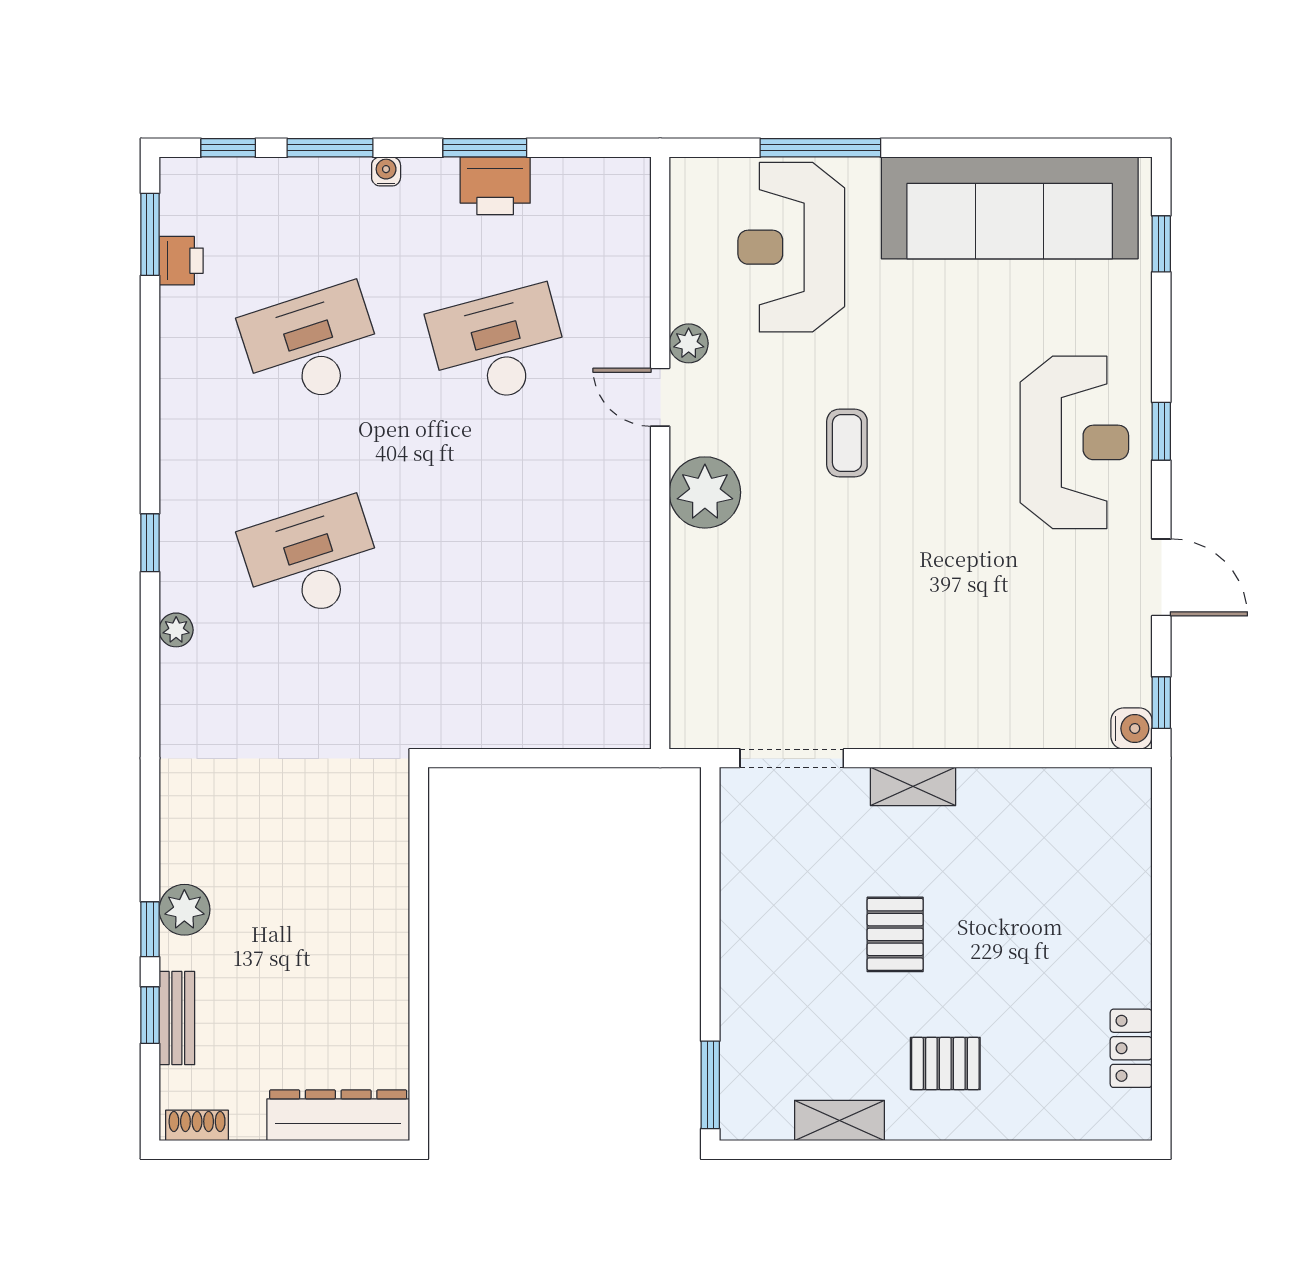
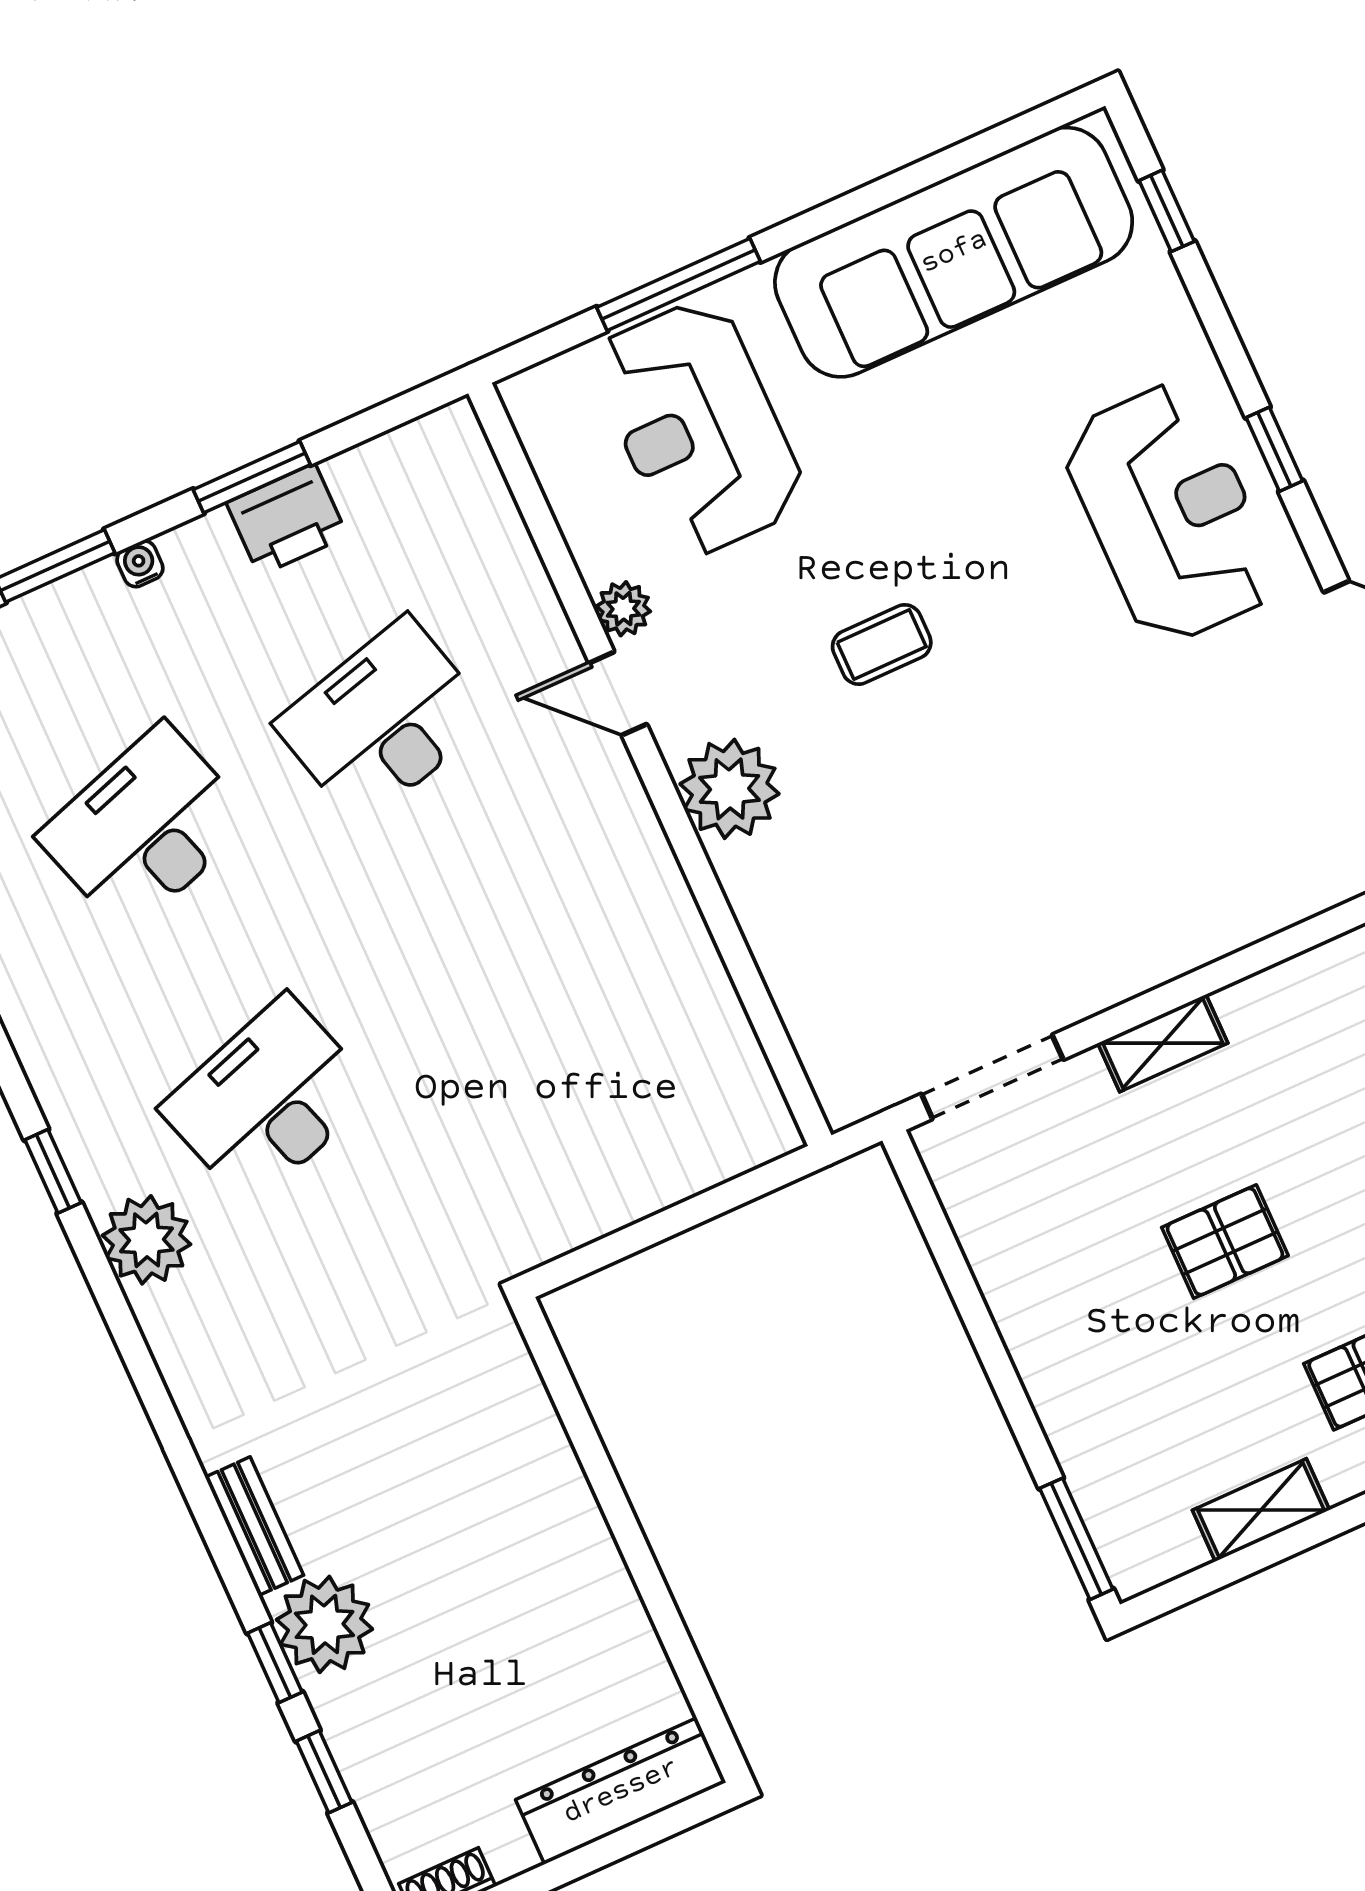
coffee table: (847, 443) -> (882, 645), turned 90
plant: (176, 630) -> (147, 1240), width x1.88, depth x1.88
plant: (184, 910) -> (325, 1624), width x1.36, depth x1.36
pallet: (895, 934) -> (1225, 1242), turned 90
bench: (177, 1018) -> (254, 1526), moved

